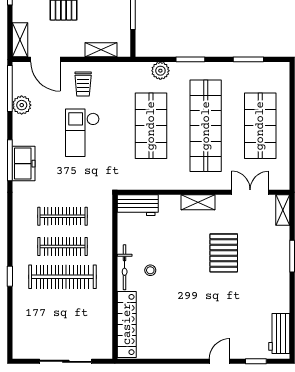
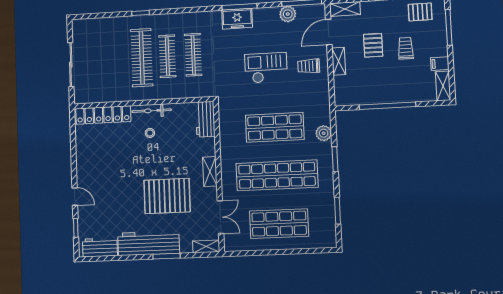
shelving: (101, 50) -> (339, 61), moved
pallet: (224, 253) -> (167, 196), width x1.37, depth x1.41
workbench: (277, 277) -> (149, 243), added

